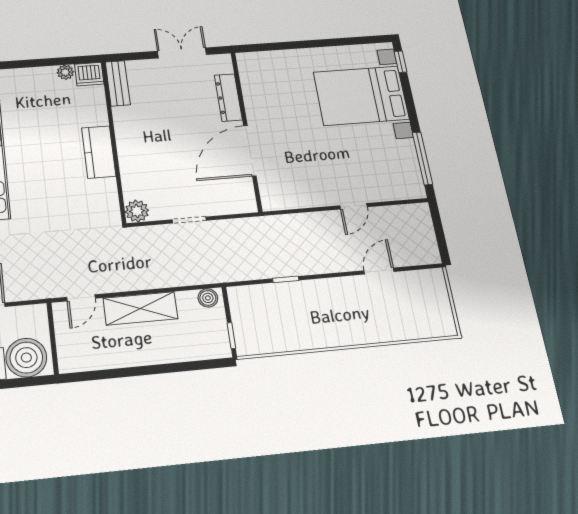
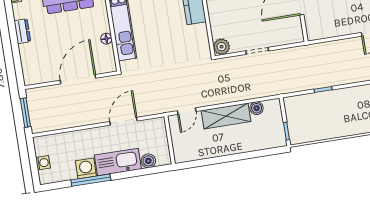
boiler: (208, 298) -> (257, 108), moved
boiler: (26, 358) -> (148, 161), width x0.54, depth x0.54

